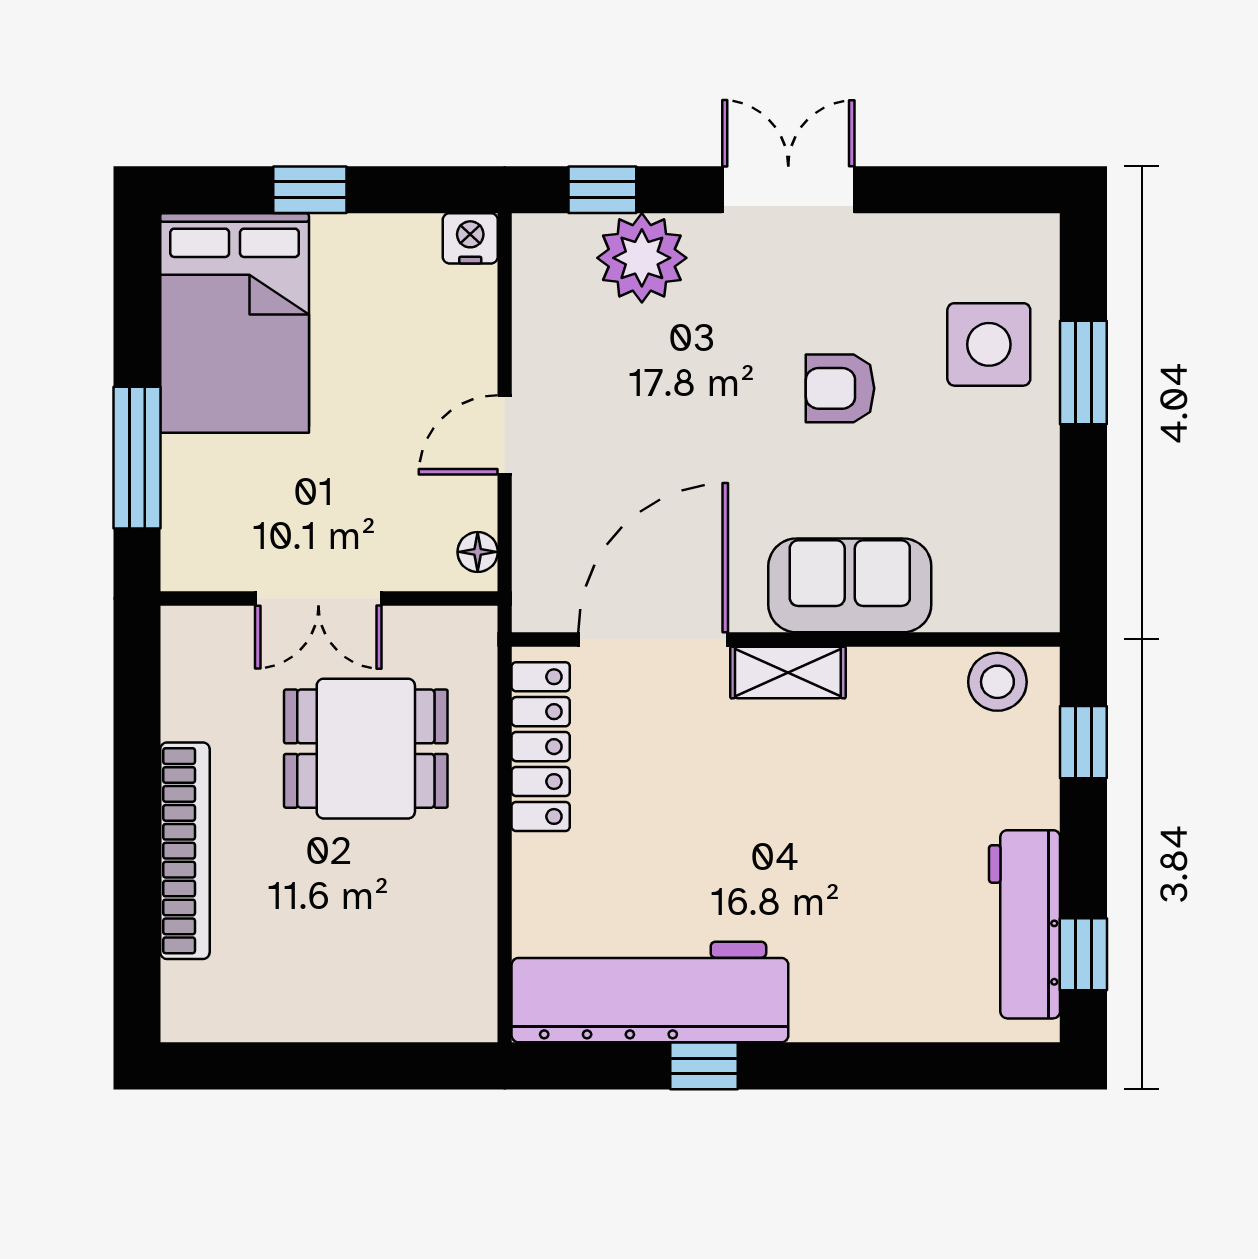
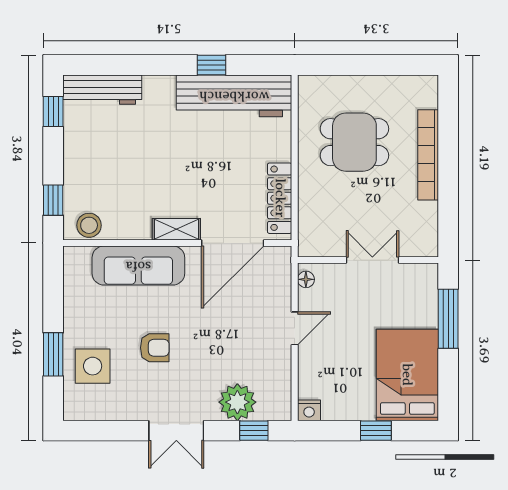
sofa: (850, 585) -> (138, 266), width x1.36
dining table: (366, 749) -> (354, 142), moved
workbench: (1025, 924) -> (102, 90), moved, turned 90

